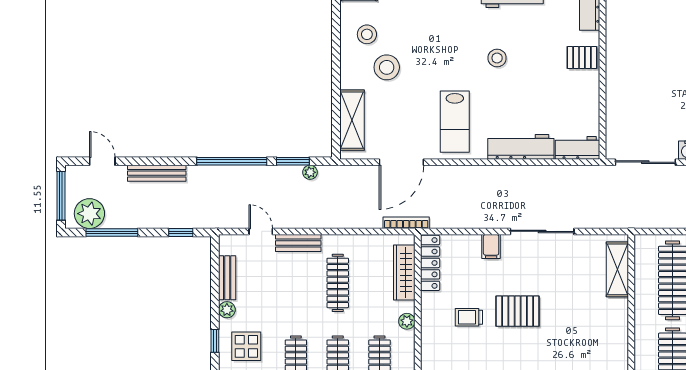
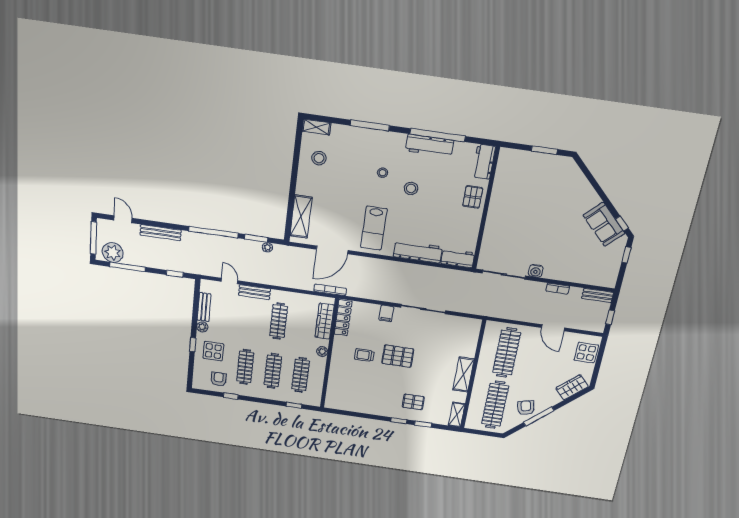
pallet: (582, 58) -> (473, 197), turned 90
stool: (387, 67) -> (383, 173), moved, width x0.53, depth x0.53
shelving: (617, 269) -> (463, 374), moved

